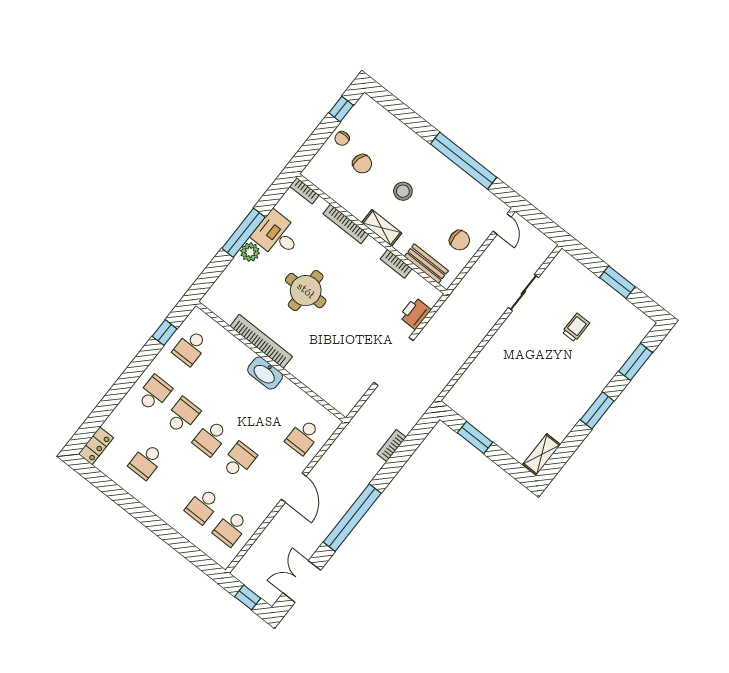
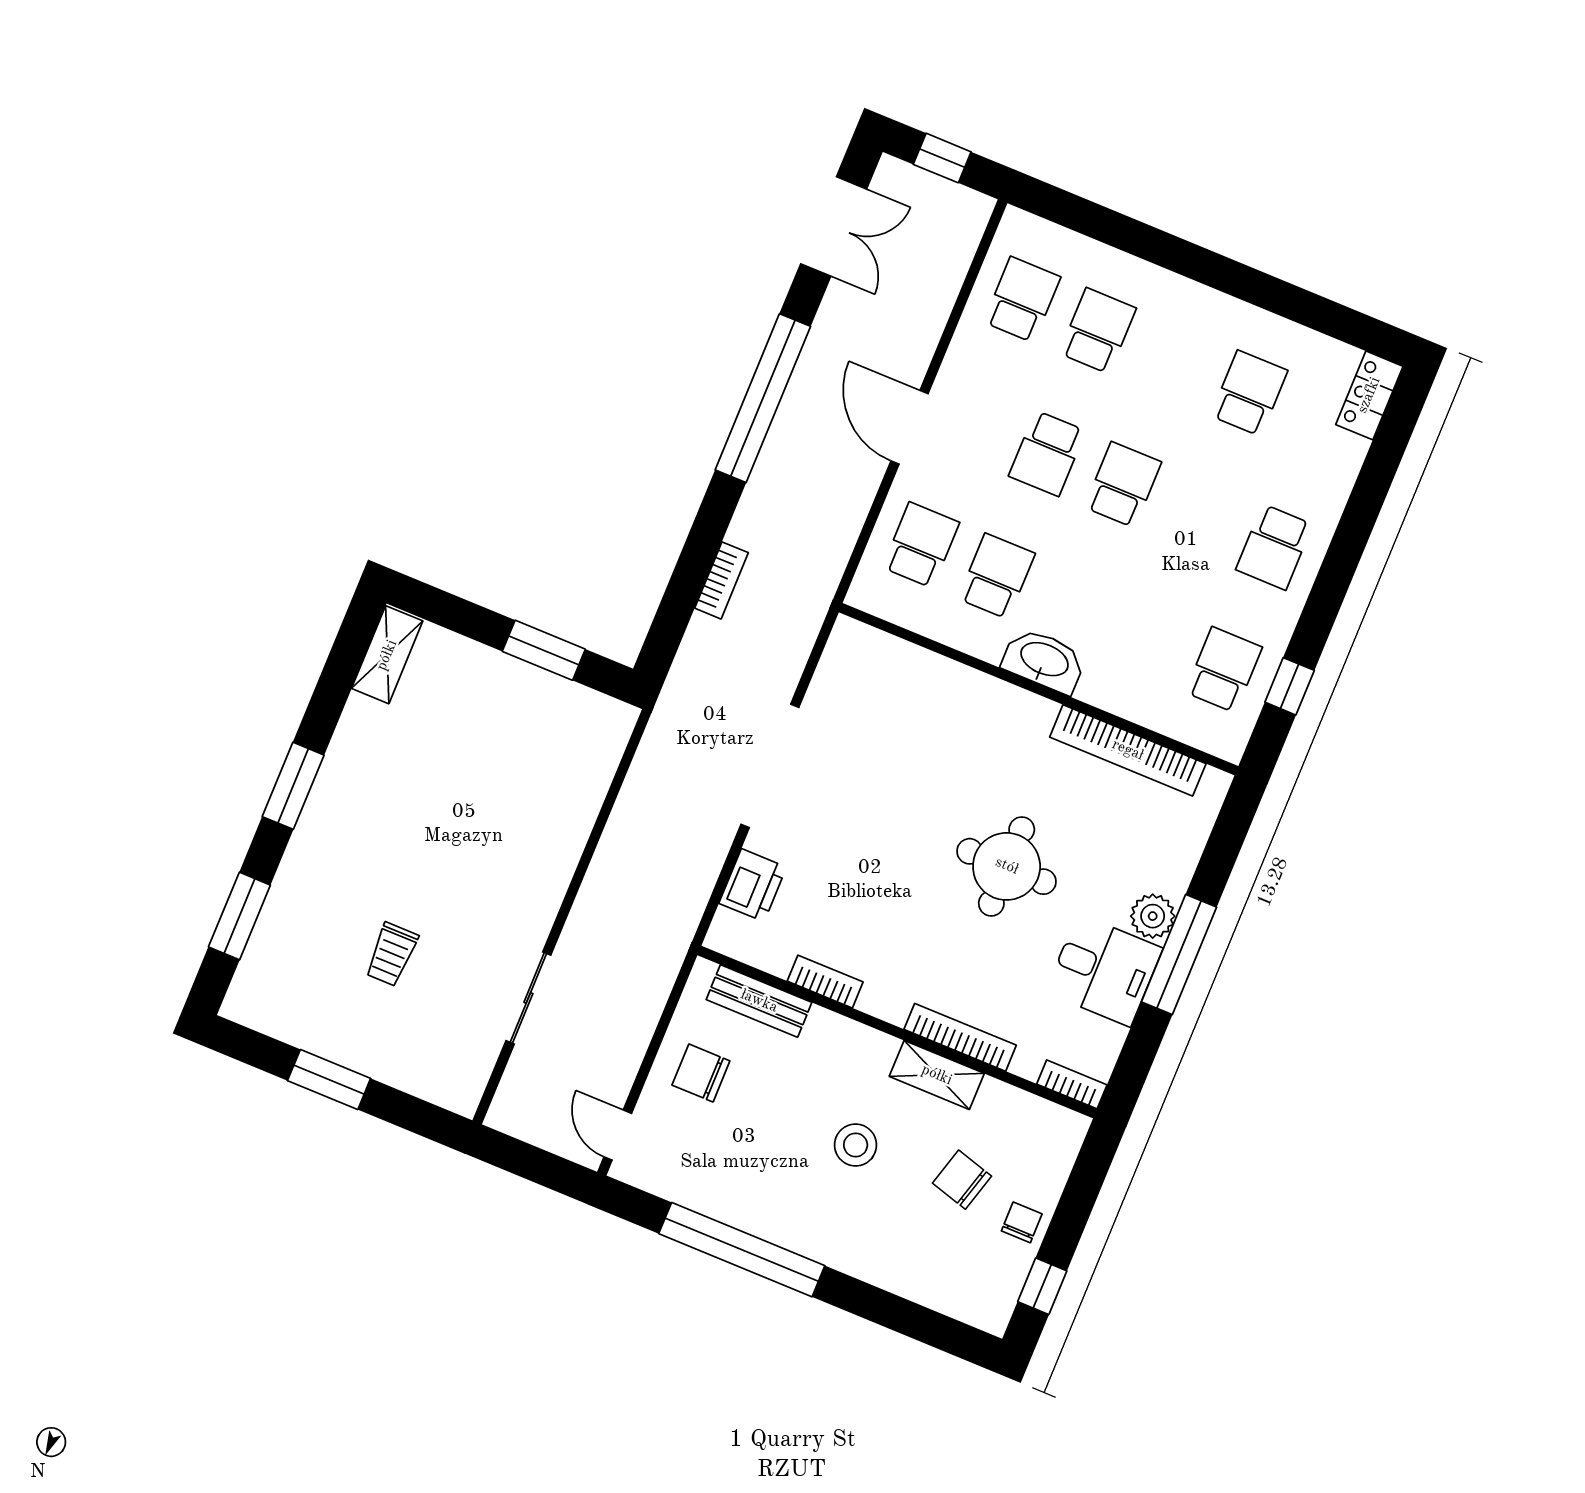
shelving: (382, 228) -> (937, 1075), moved
bookcase: (261, 341) -> (1128, 750), moved
school desk: (182, 416) -> (997, 576), moved, turned 180

